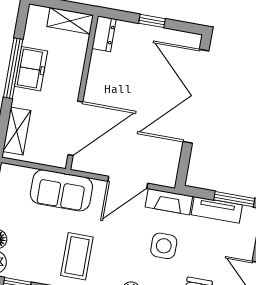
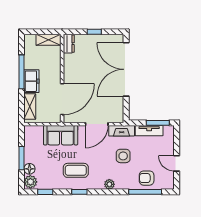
freezer: (31, 69) -> (31, 81), moved
coffee table: (77, 256) -> (76, 170), turned 90

